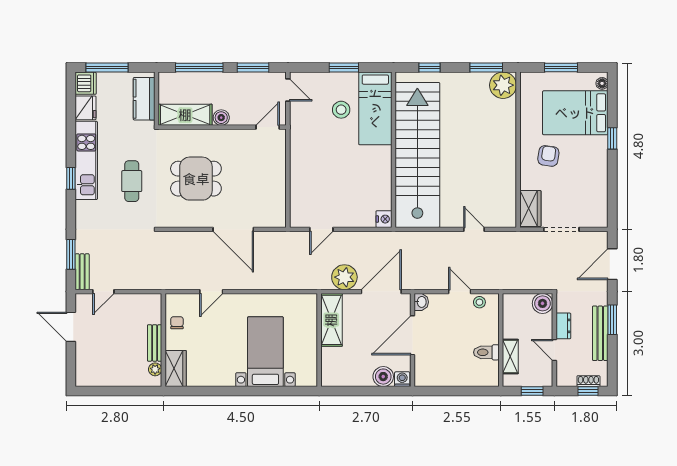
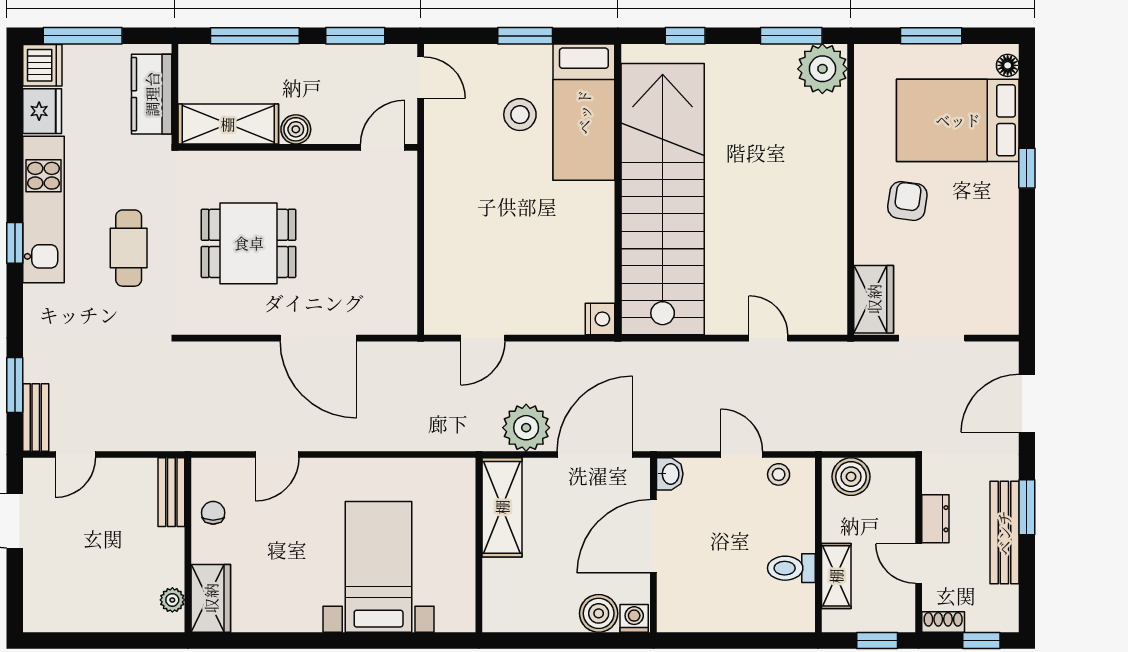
boiler: (543, 303) -> (851, 477), moved
bench: (155, 343) -> (171, 492), moved
shoe rack: (588, 381) -> (943, 622), moved

